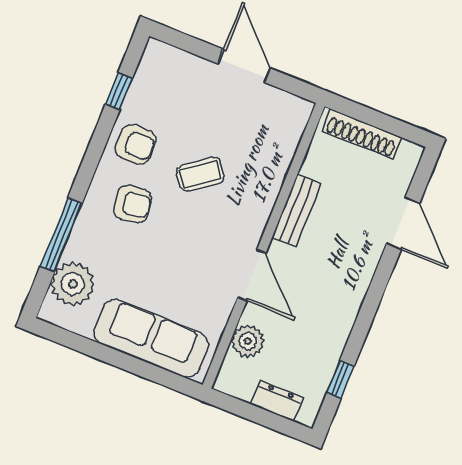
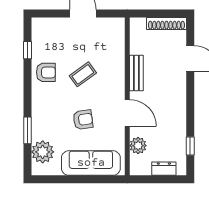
shoe rack: (362, 134) -> (166, 24), moved
armchair: (132, 204) -> (83, 120), moved
window: (61, 235) -> (28, 130), width x0.69

